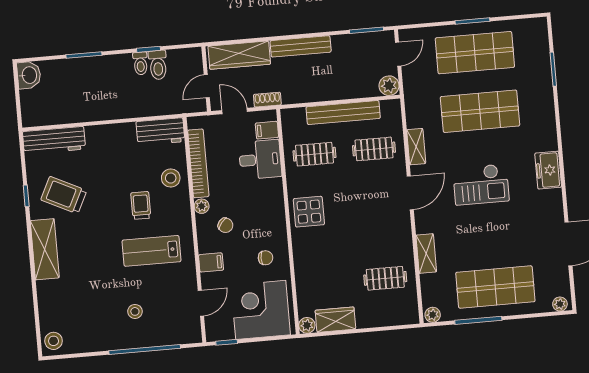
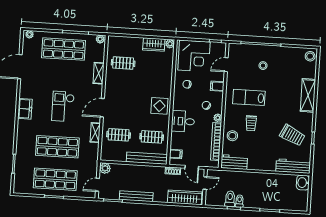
bench: (301, 46) -> (136, 196), moved
washbasin: (29, 75) -> (303, 183), moved
bench: (343, 113) -> (147, 158), moved
desk: (260, 160) -> (183, 121), moved
checkout: (481, 184) -> (63, 107), turned -90
shelving: (45, 249) -> (308, 95), moved
lab bench: (152, 251) -> (249, 97), turned 180

